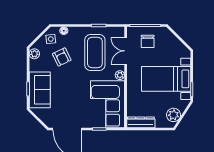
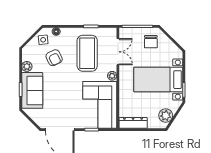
chair: (148, 41) -> (151, 42), moved
double door: (126, 51) -> (118, 52), swing flipped
plant: (34, 54) -> (27, 66), moved

